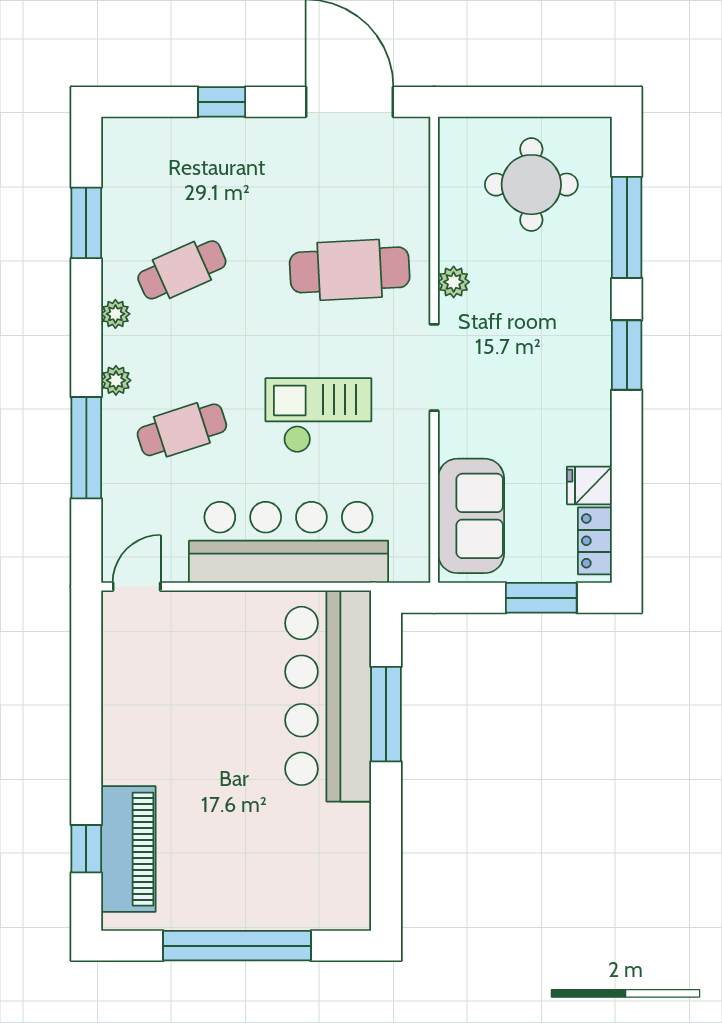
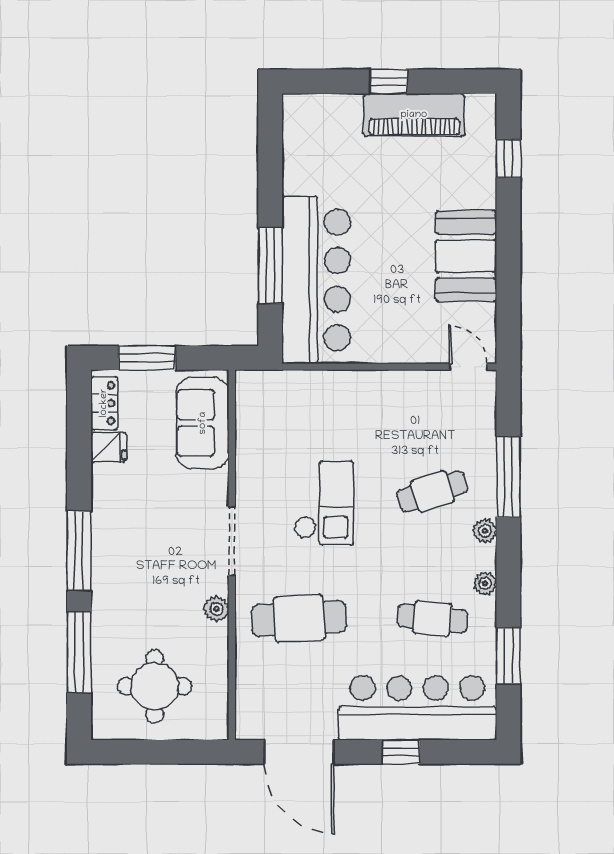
cafe table: (182, 270) -> (432, 618), turned 30
window: (627, 355) -> (79, 551), width x1.44
checkout: (318, 415) -> (324, 503), turned -90
bar counter: (289, 542) -> (417, 708), moved, turned 180
door: (137, 587) -> (468, 367), swing flipped
booth: (139, 726) -> (466, 256), added
piano: (128, 849) -> (414, 115), moved, turned -90
window: (237, 946) -> (389, 82), width x0.32

